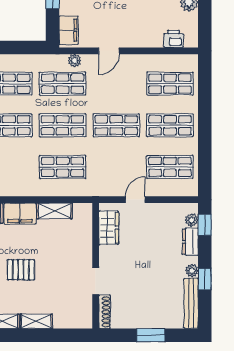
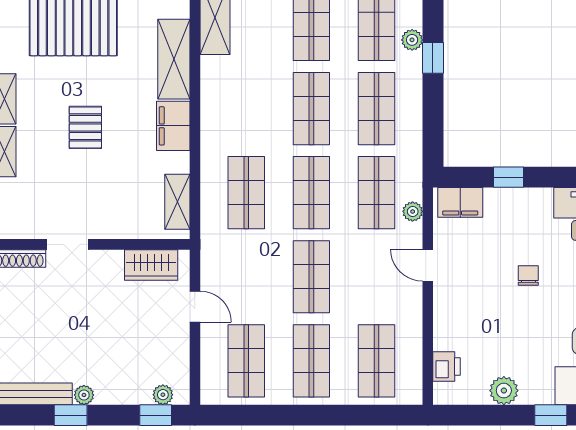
shelving: (55, 211) -> (177, 202), moved
dresser: (190, 242) -> (129, 393), removed

